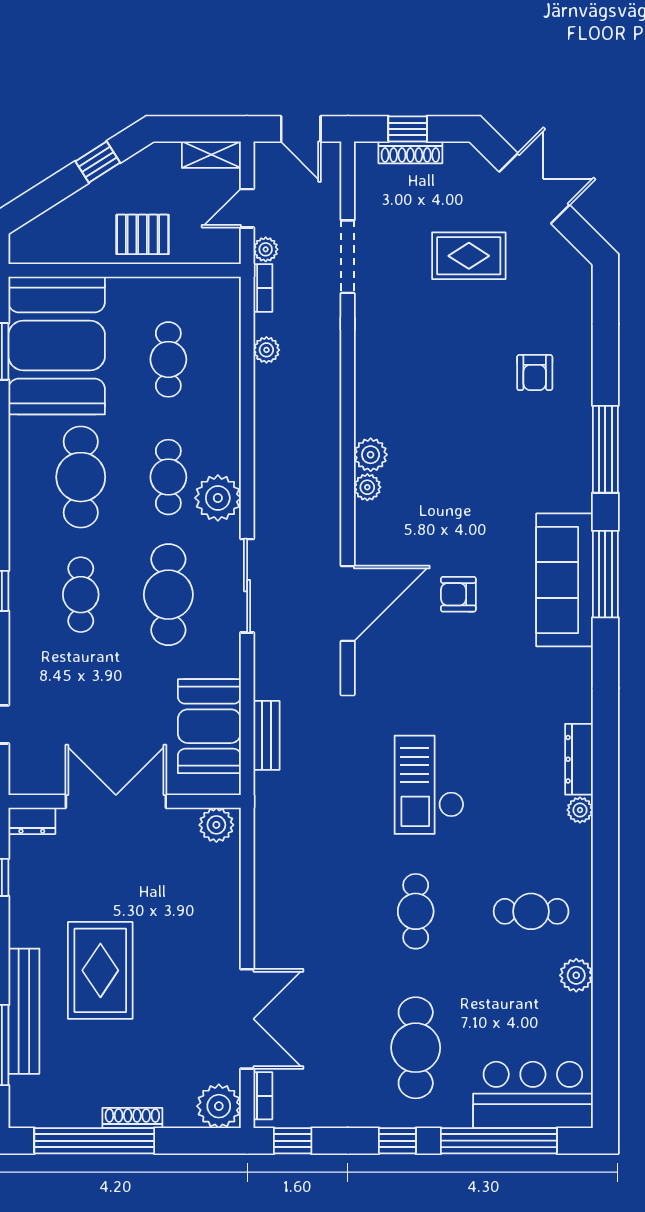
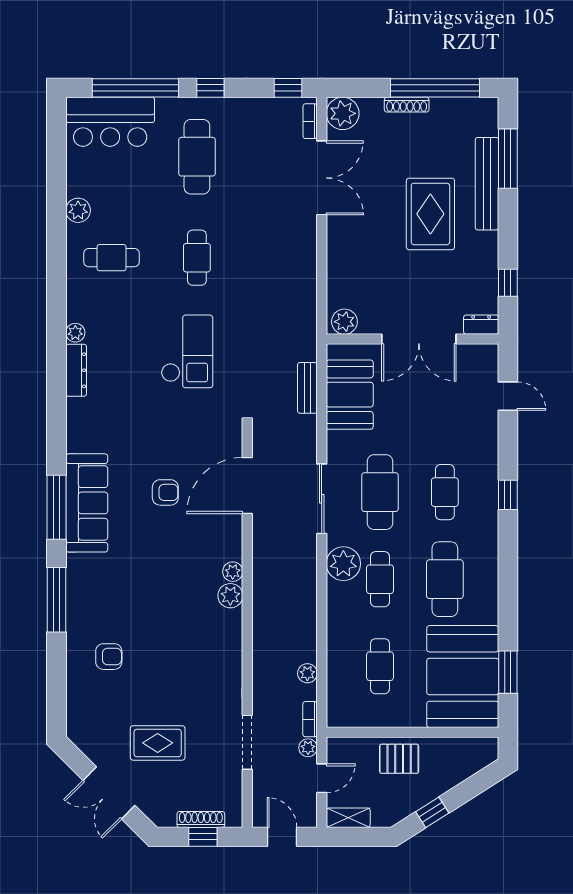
armchair: (535, 373) -> (109, 657), turned 90
double door: (247, 1019) -> (322, 178), swing flipped

